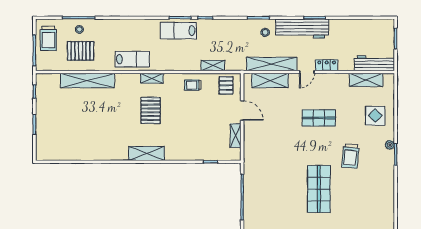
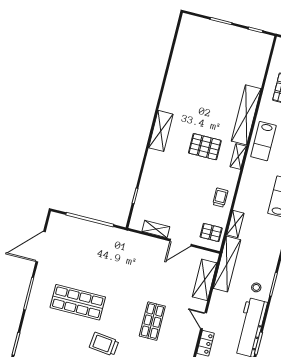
shelving: (272, 64) -> (227, 264), moved
shelving: (87, 81) -> (246, 115), moved

